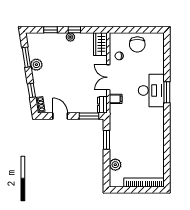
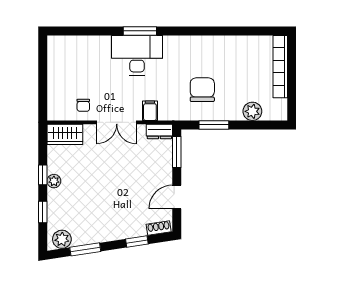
chair: (137, 44) -> (202, 90), moved, turned -90
plant: (36, 65) -> (62, 239), moved

